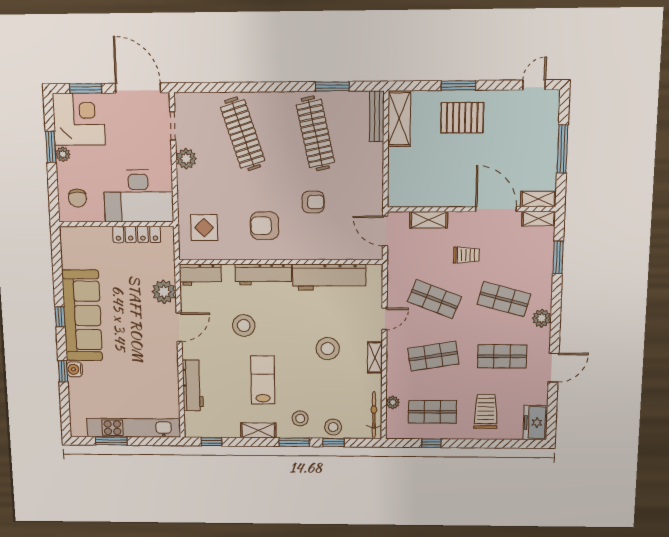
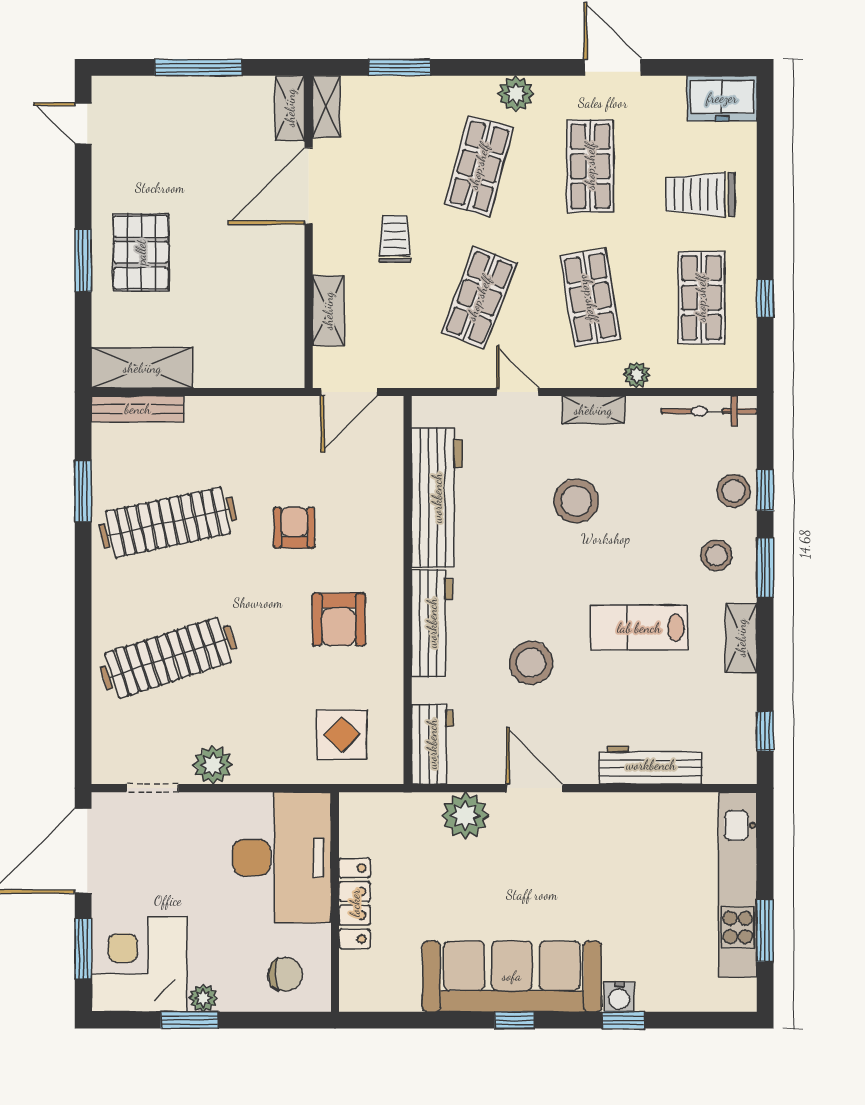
locker: (137, 234) -> (355, 903), moved
plant: (393, 402) -> (637, 375), moved

